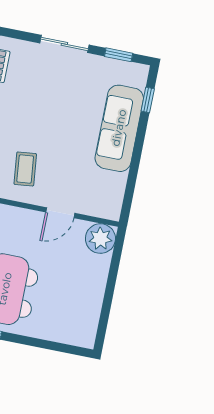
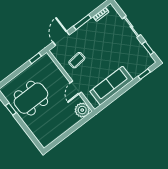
sofa: (119, 128) -> (111, 86), moved
door: (60, 213) -> (76, 88), hinge flipped

